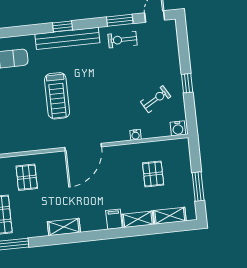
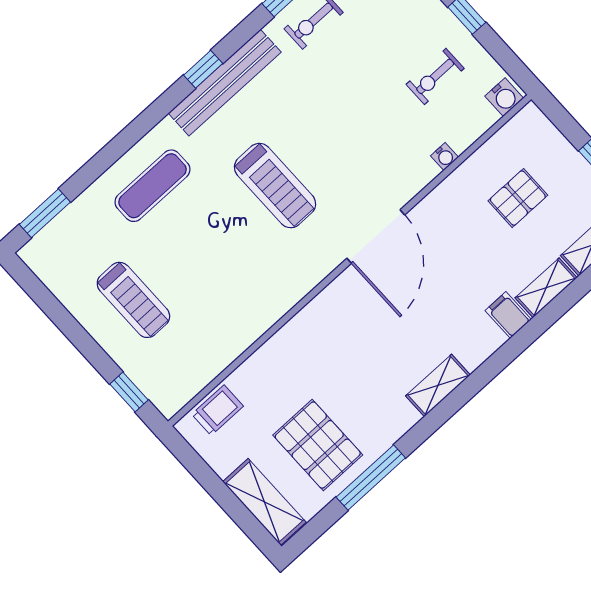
exercise bike: (156, 99) -> (435, 76), turned -150
pallet: (153, 174) -> (518, 198), turned 90
pallet: (27, 177) -> (321, 350), removed

